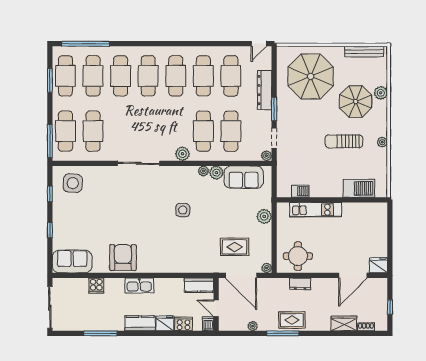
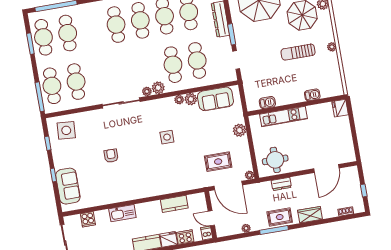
cafe table: (121, 76) -> (92, 29), removed
plant: (266, 156) -> (147, 91), moved
barbecue: (359, 188) -> (312, 95), width x0.53, depth x0.65
armchair: (123, 258) -> (111, 156), moved, width x0.53, depth x0.53
sofa: (72, 262) -> (68, 186), moved, turned 90
fridge: (378, 265) -> (340, 108), moved, turned -90
kitchen sink: (139, 285) -> (122, 213), moved
kitchen counter: (199, 285) -> (174, 204), moved
cooker: (96, 286) -> (88, 219), moved
wardrobe: (344, 323) -> (310, 215), moved

